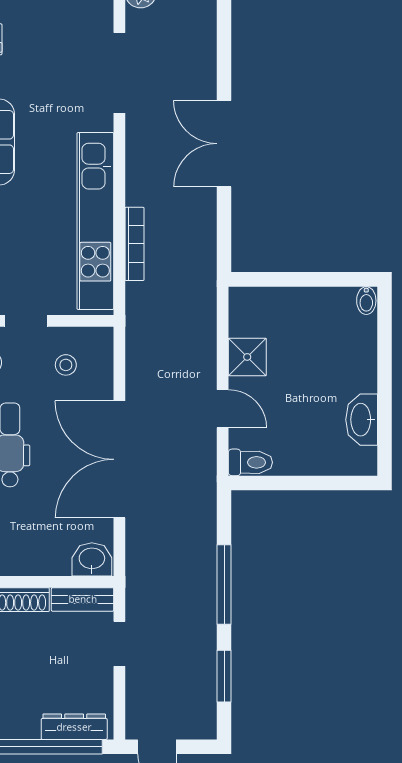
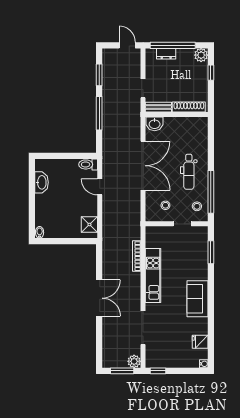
kitchen unit: (95, 221) -> (153, 276), width x0.73
shower: (247, 357) -> (89, 224), moved
dresser: (74, 727) -> (166, 54), width x0.70

